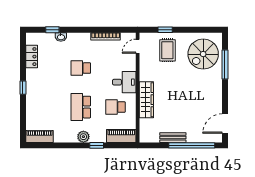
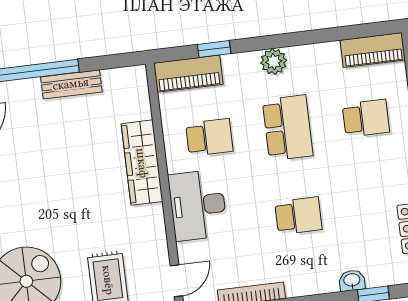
desk: (124, 82) -> (198, 205), width x1.37
school desk: (46, 107) -> (366, 118), added
window: (97, 145) -> (214, 49), moved

